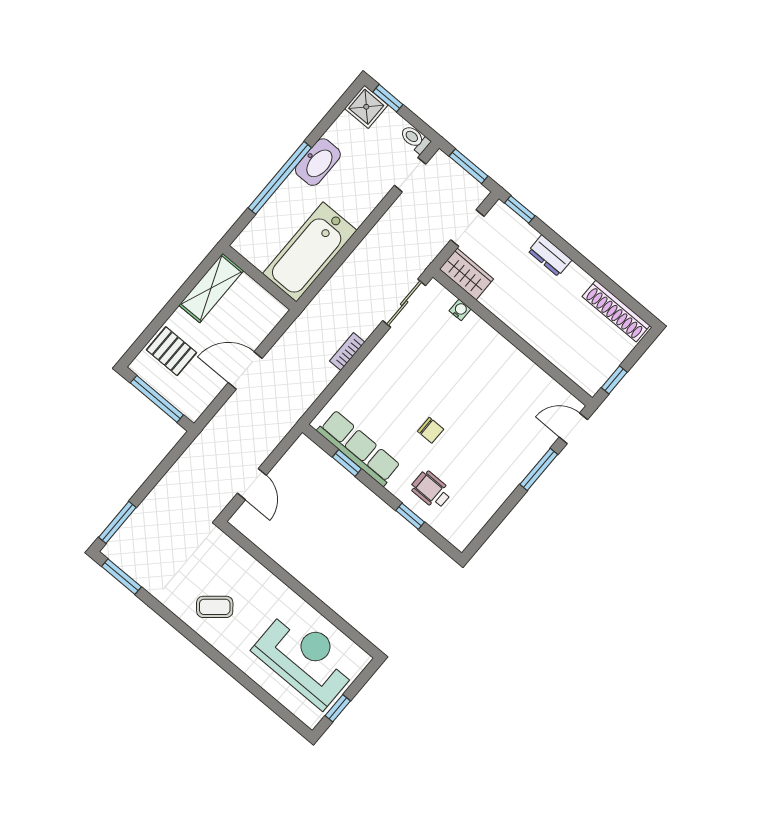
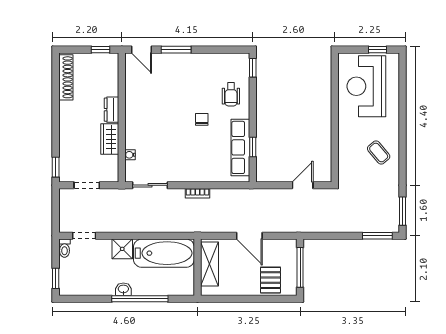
shower: (366, 107) -> (122, 249), moved
washbasin: (318, 162) -> (123, 289), width x0.52, depth x0.69
window: (469, 166) -> (56, 210), removed
dresser: (550, 256) -> (112, 110), moved, turned 180
wardrobe: (466, 274) -> (110, 139), moved
shelving: (211, 288) -> (209, 264), moved, turned 90
window: (410, 516) -> (253, 68), moved

